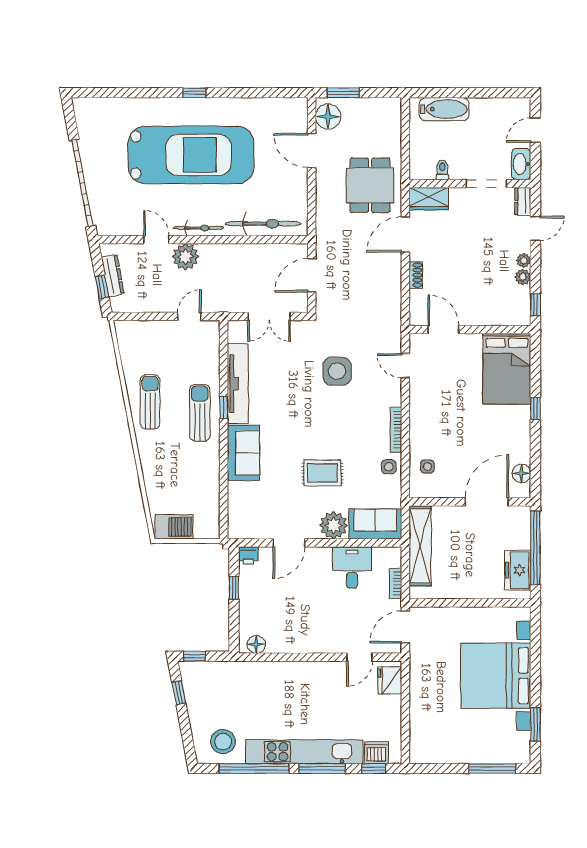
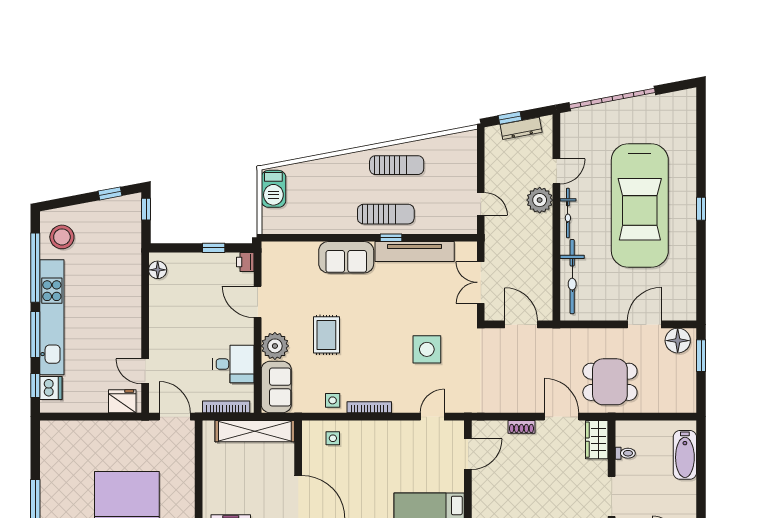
bookcase: (395, 583) -> (226, 407), width x1.56

